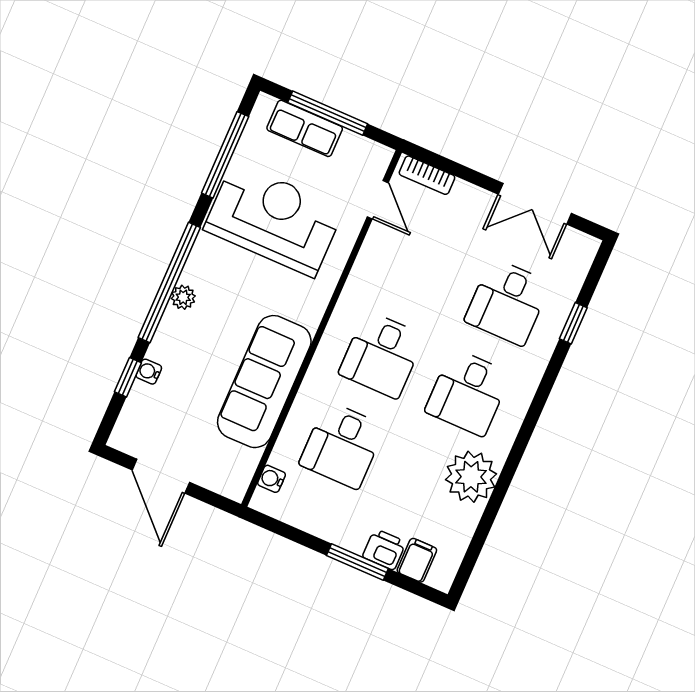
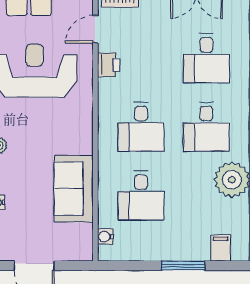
door: (378, 200) -> (95, 29), swing flipped
sofa: (264, 382) -> (74, 189), width x0.73
printer: (384, 549) -> (109, 65), moved, turned 90

